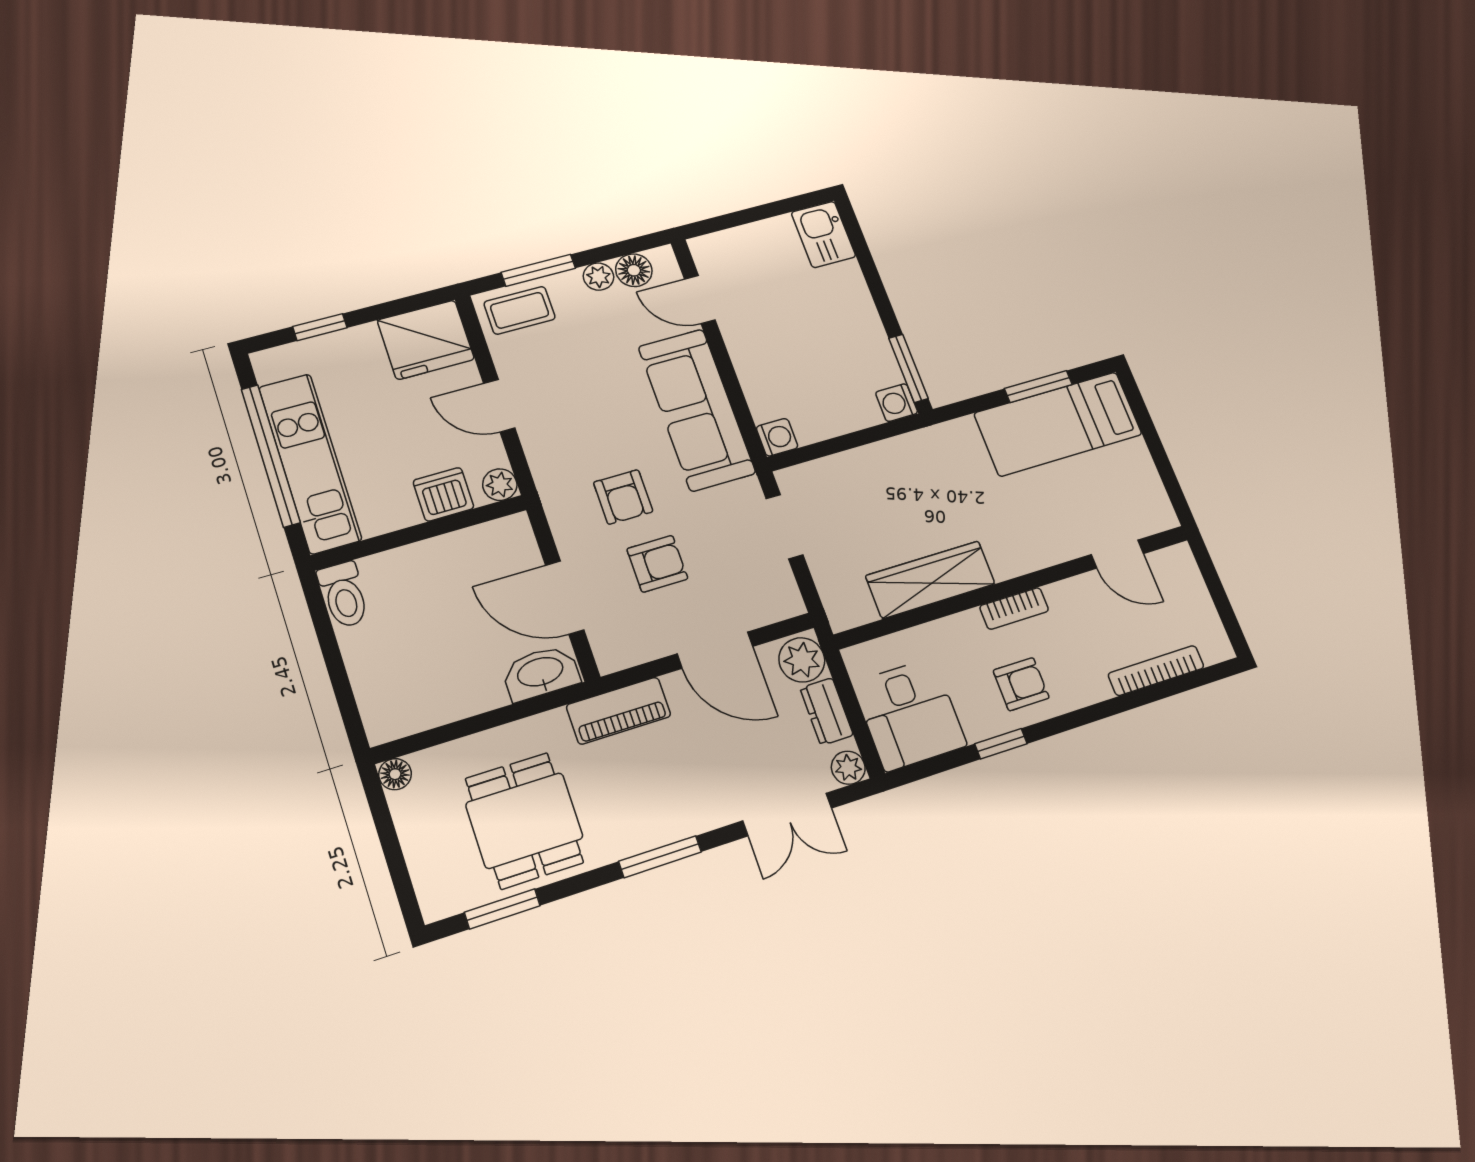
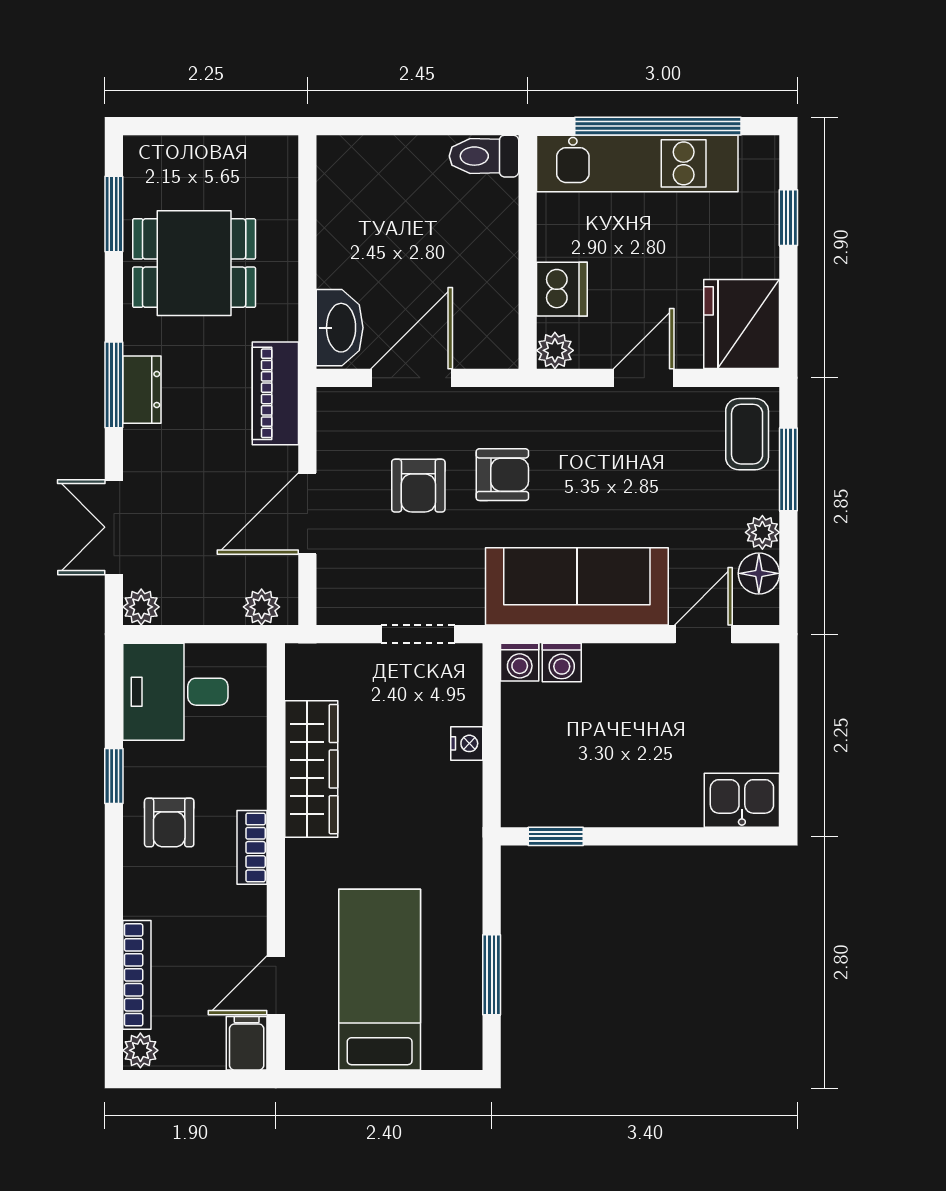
window: (908, 368) -> (556, 836), width x0.67
washing machine: (897, 403) -> (562, 663), moved, turned 180
bed: (1058, 424) -> (380, 980), moved
nightstand: (860, 460) -> (467, 743), added
armchair: (623, 497) -> (502, 475), turned 180
filing cabinet: (1173, 563) -> (247, 1043), added
plant: (1215, 648) -> (140, 1050), added
plant: (802, 660) -> (262, 607), width x0.73, depth x0.73
dresser: (827, 712) -> (142, 390), moved, turned 90
floor lamp: (395, 774) -> (282, 151), removed

